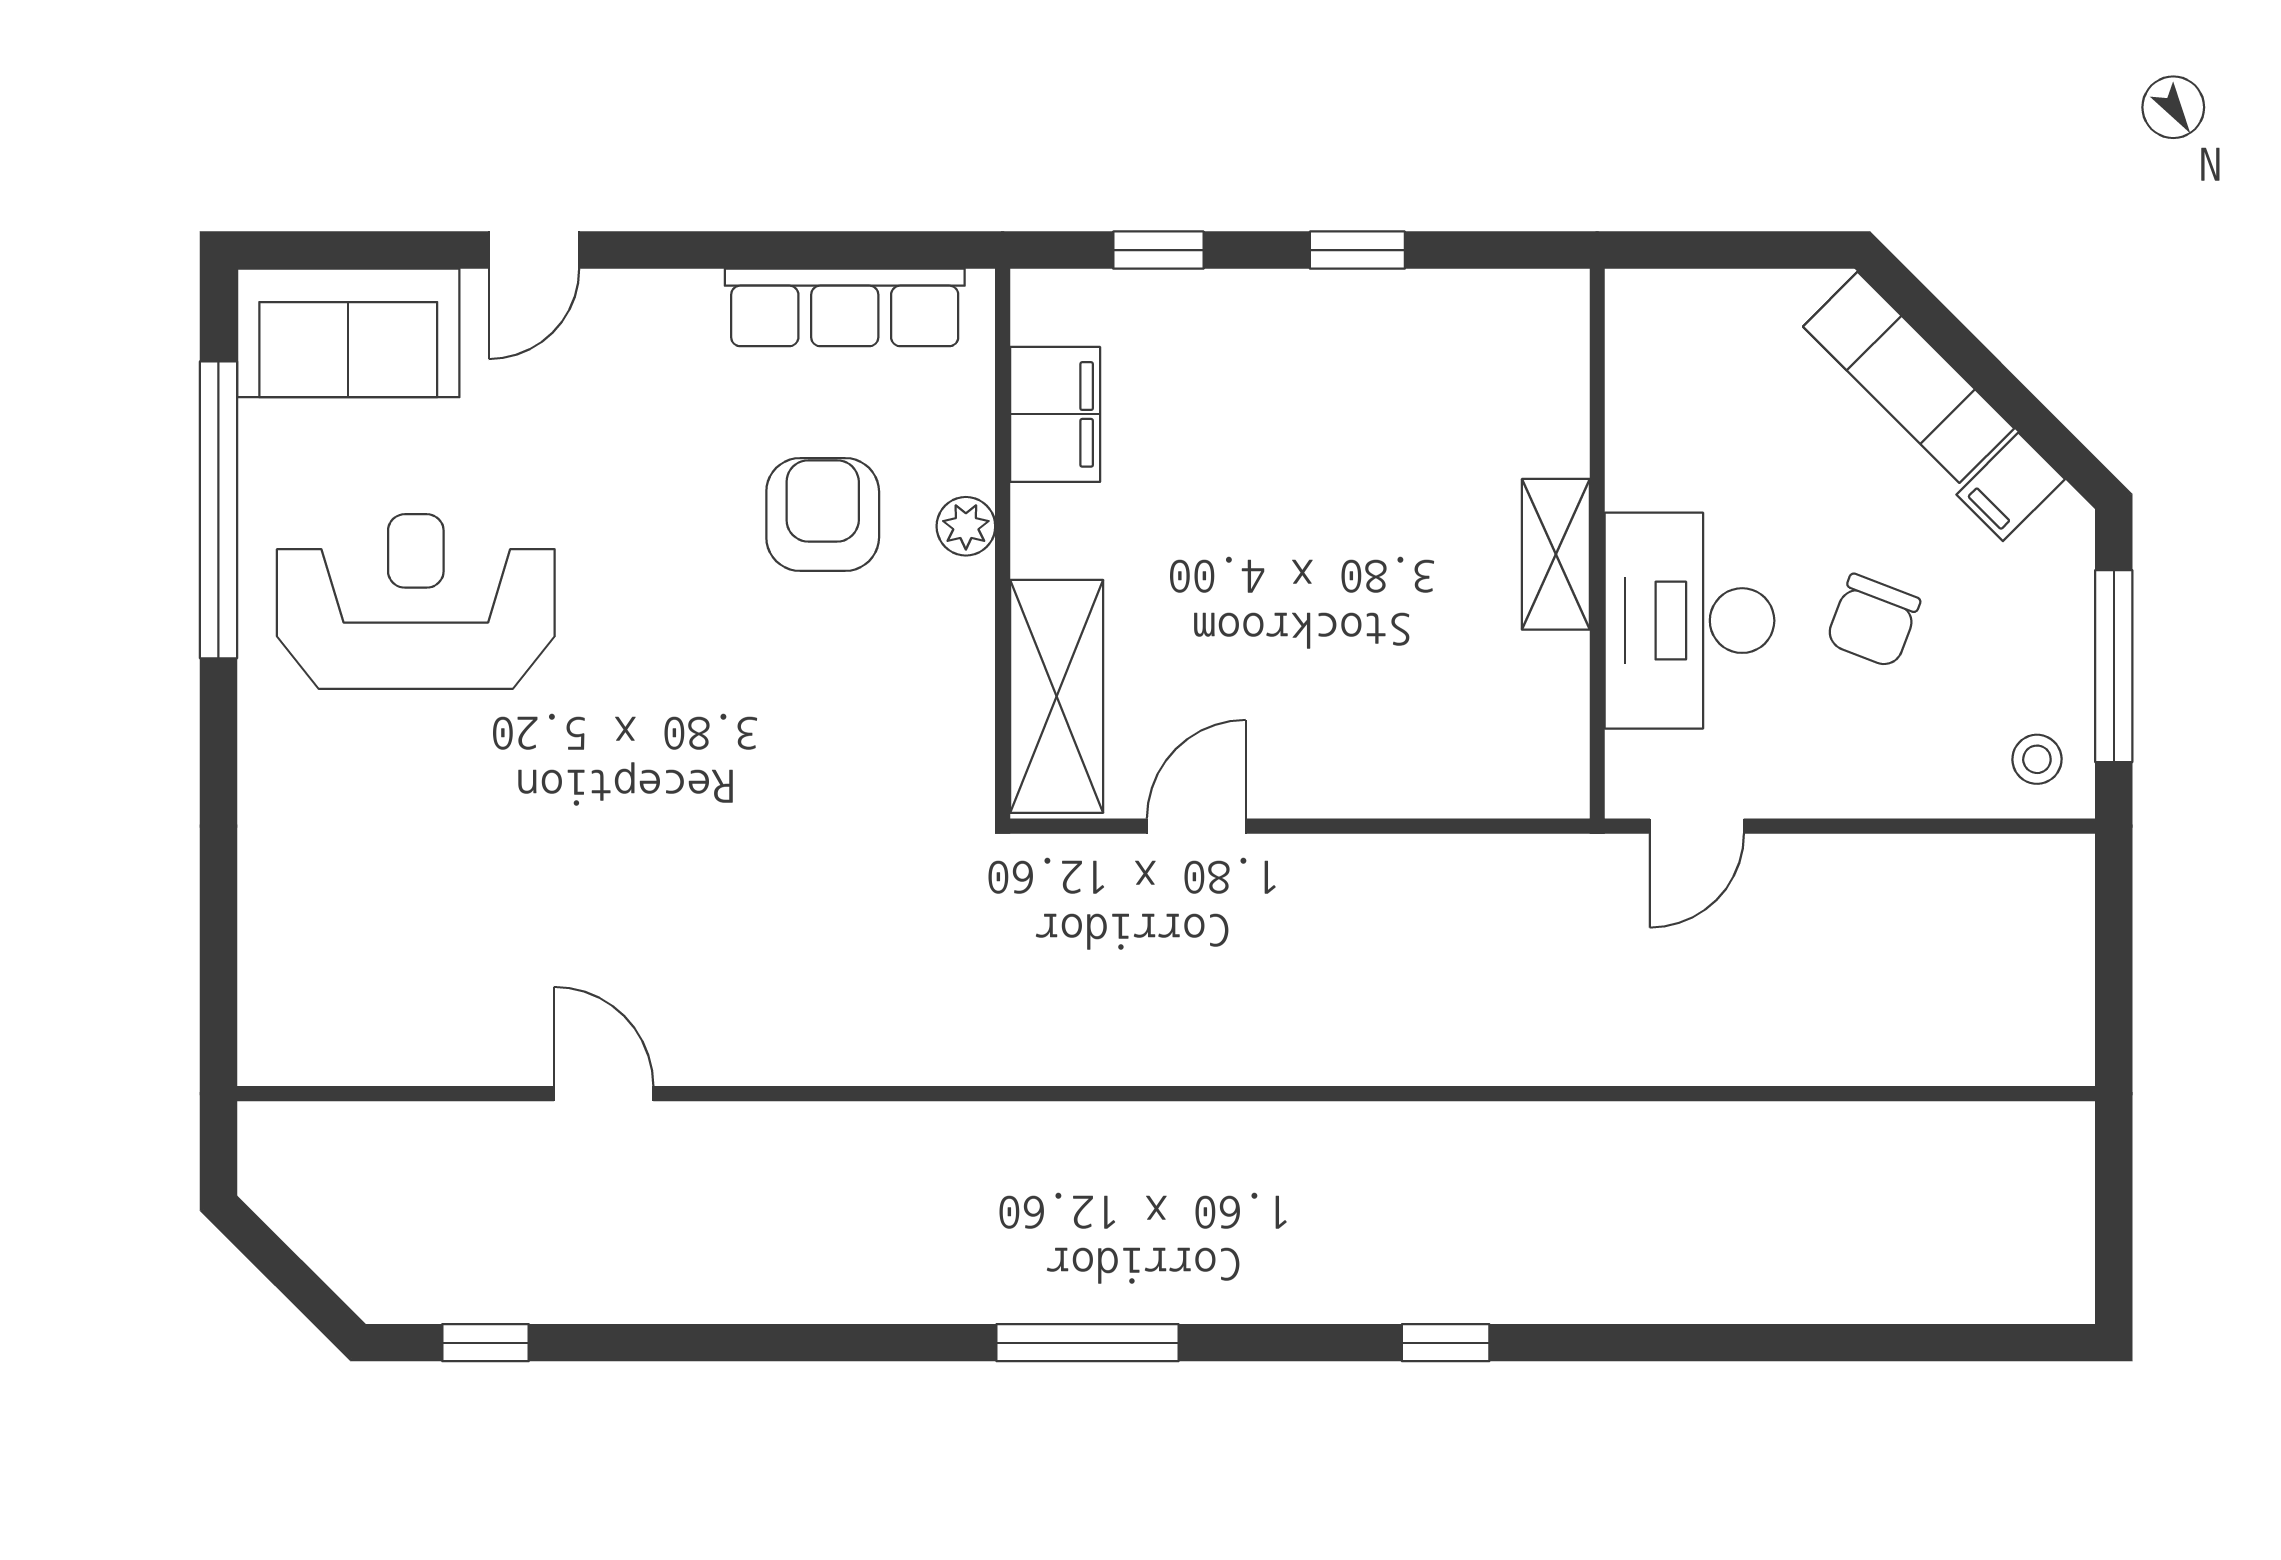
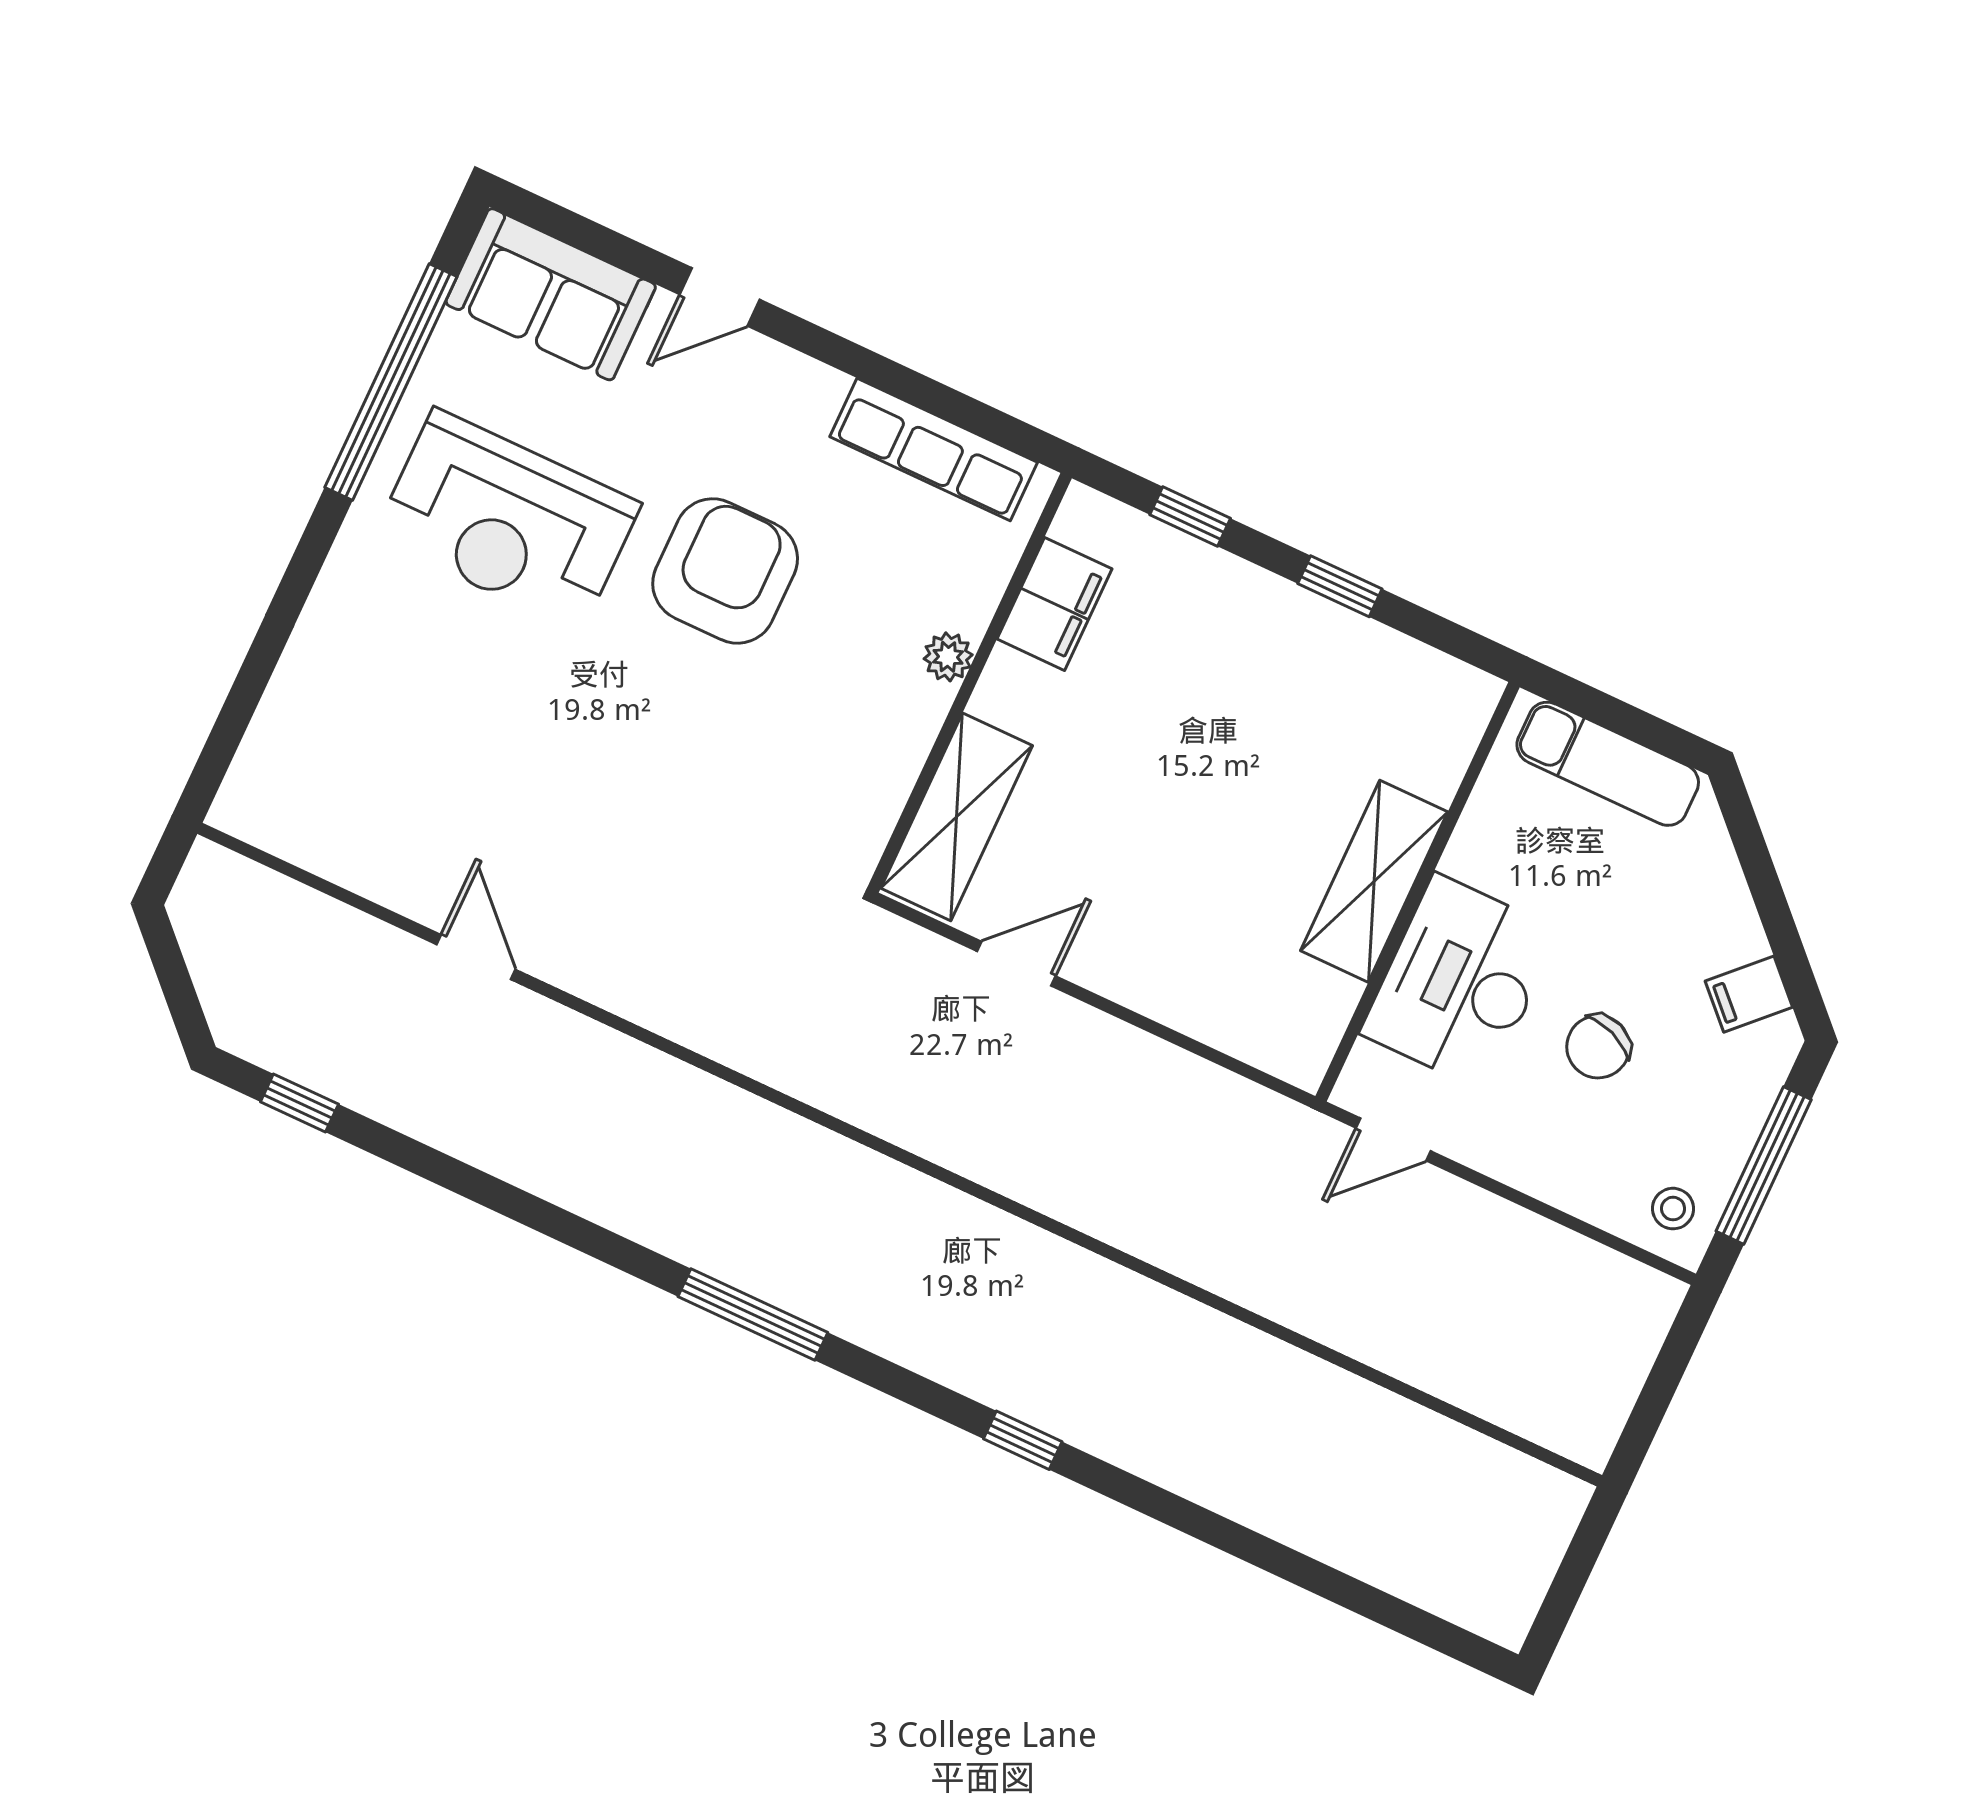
exam couch: (1909, 377) -> (1608, 764), moved, turned -45
armchair: (823, 514) -> (725, 571), moved, width x1.36, depth x1.36
shelving: (1556, 554) -> (1374, 881), width x1.50, depth x1.33
reception desk: (416, 602) -> (507, 520), turned 180

